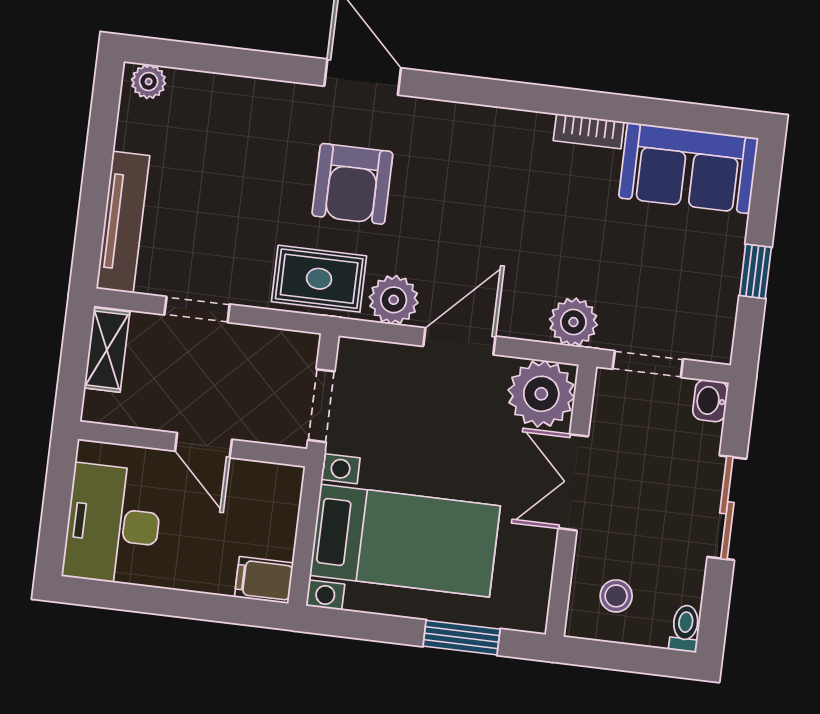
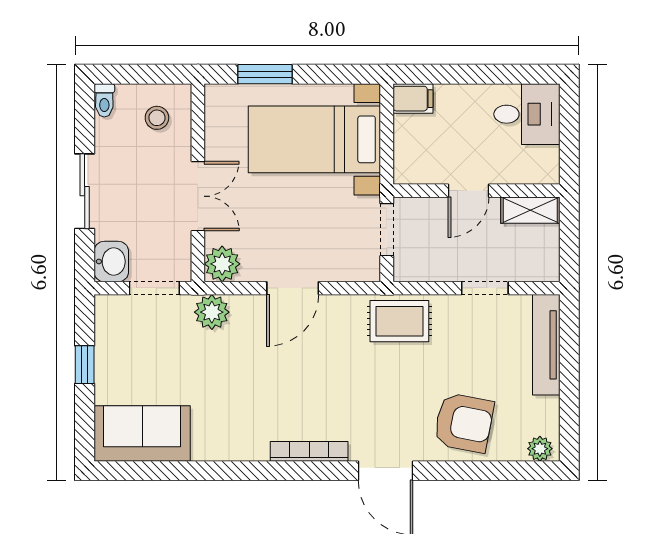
bookcase: (589, 131) -> (309, 451), moved, width x1.56
armchair: (352, 184) -> (464, 423), moved, turned 101
plant: (394, 300) -> (344, 312), removed
shelving: (107, 350) -> (530, 210), moved, turned 90
plant: (541, 394) -> (222, 264), width x0.73, depth x0.73
washbasin: (710, 401) -> (111, 262), width x1.38, depth x1.45
door: (203, 445) -> (468, 191), swing flipped
desk: (113, 524) -> (527, 114), width x0.73

